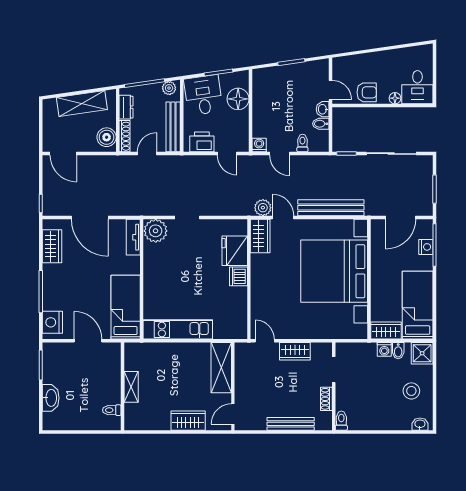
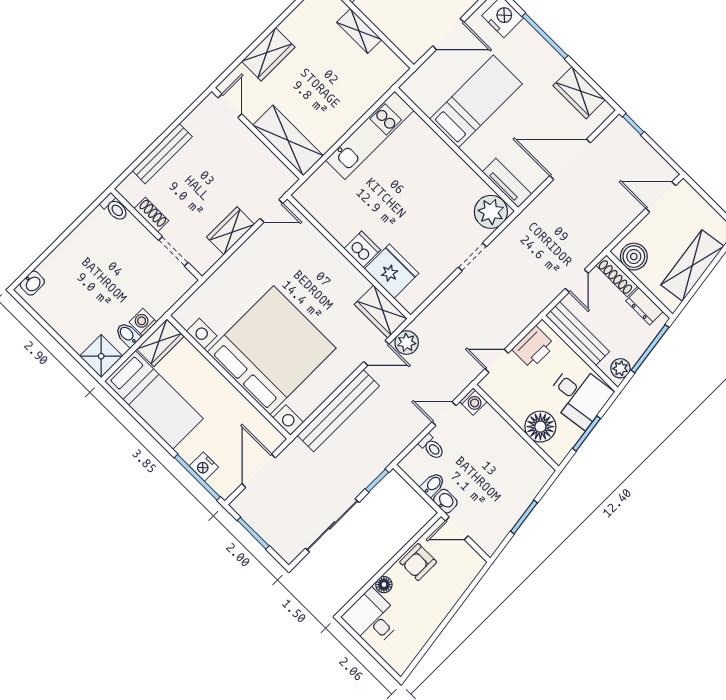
bed: (126, 307) -> (476, 101), moved, turned -90
stool: (411, 391) -> (74, 308), removed

